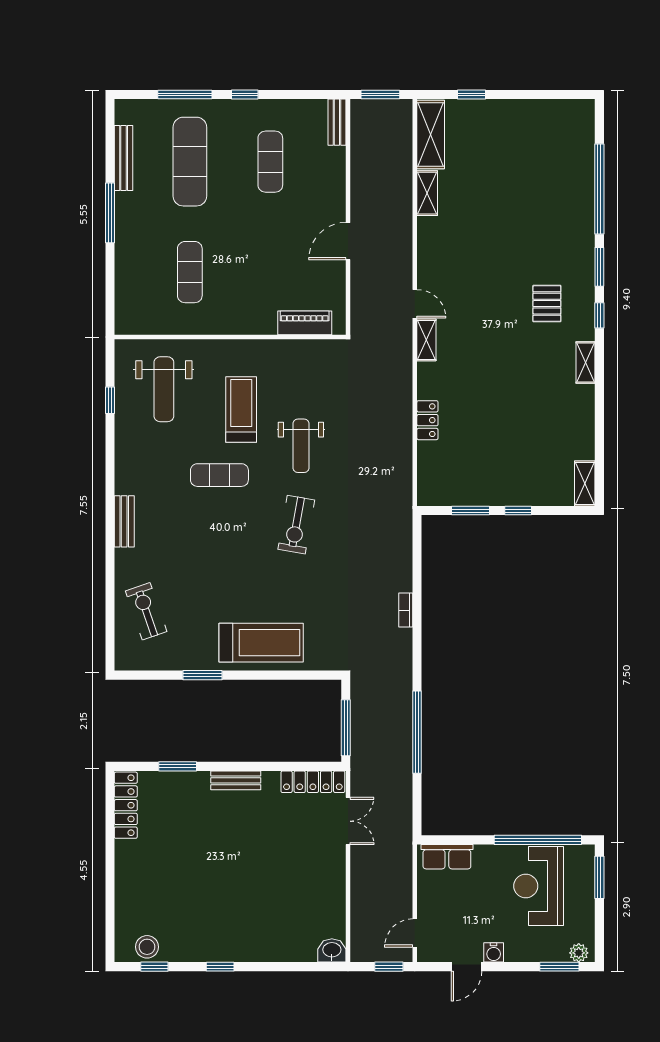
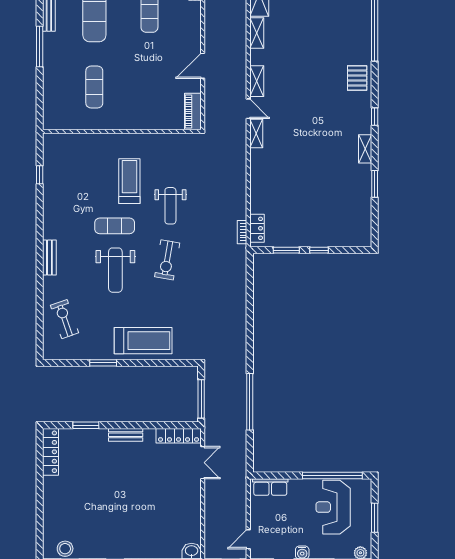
window: (599, 267) -> (375, 184), moved
pallet: (547, 304) -> (357, 78), moved
piano: (305, 323) -> (193, 112), moved, turned -90
weight bench: (164, 389) -> (115, 270), moved
locker: (427, 420) -> (257, 228), moved
shelving: (585, 483) -> (257, 81), moved
bookcase: (406, 610) -> (242, 232), moved
window: (599, 877) -> (375, 518), moved

